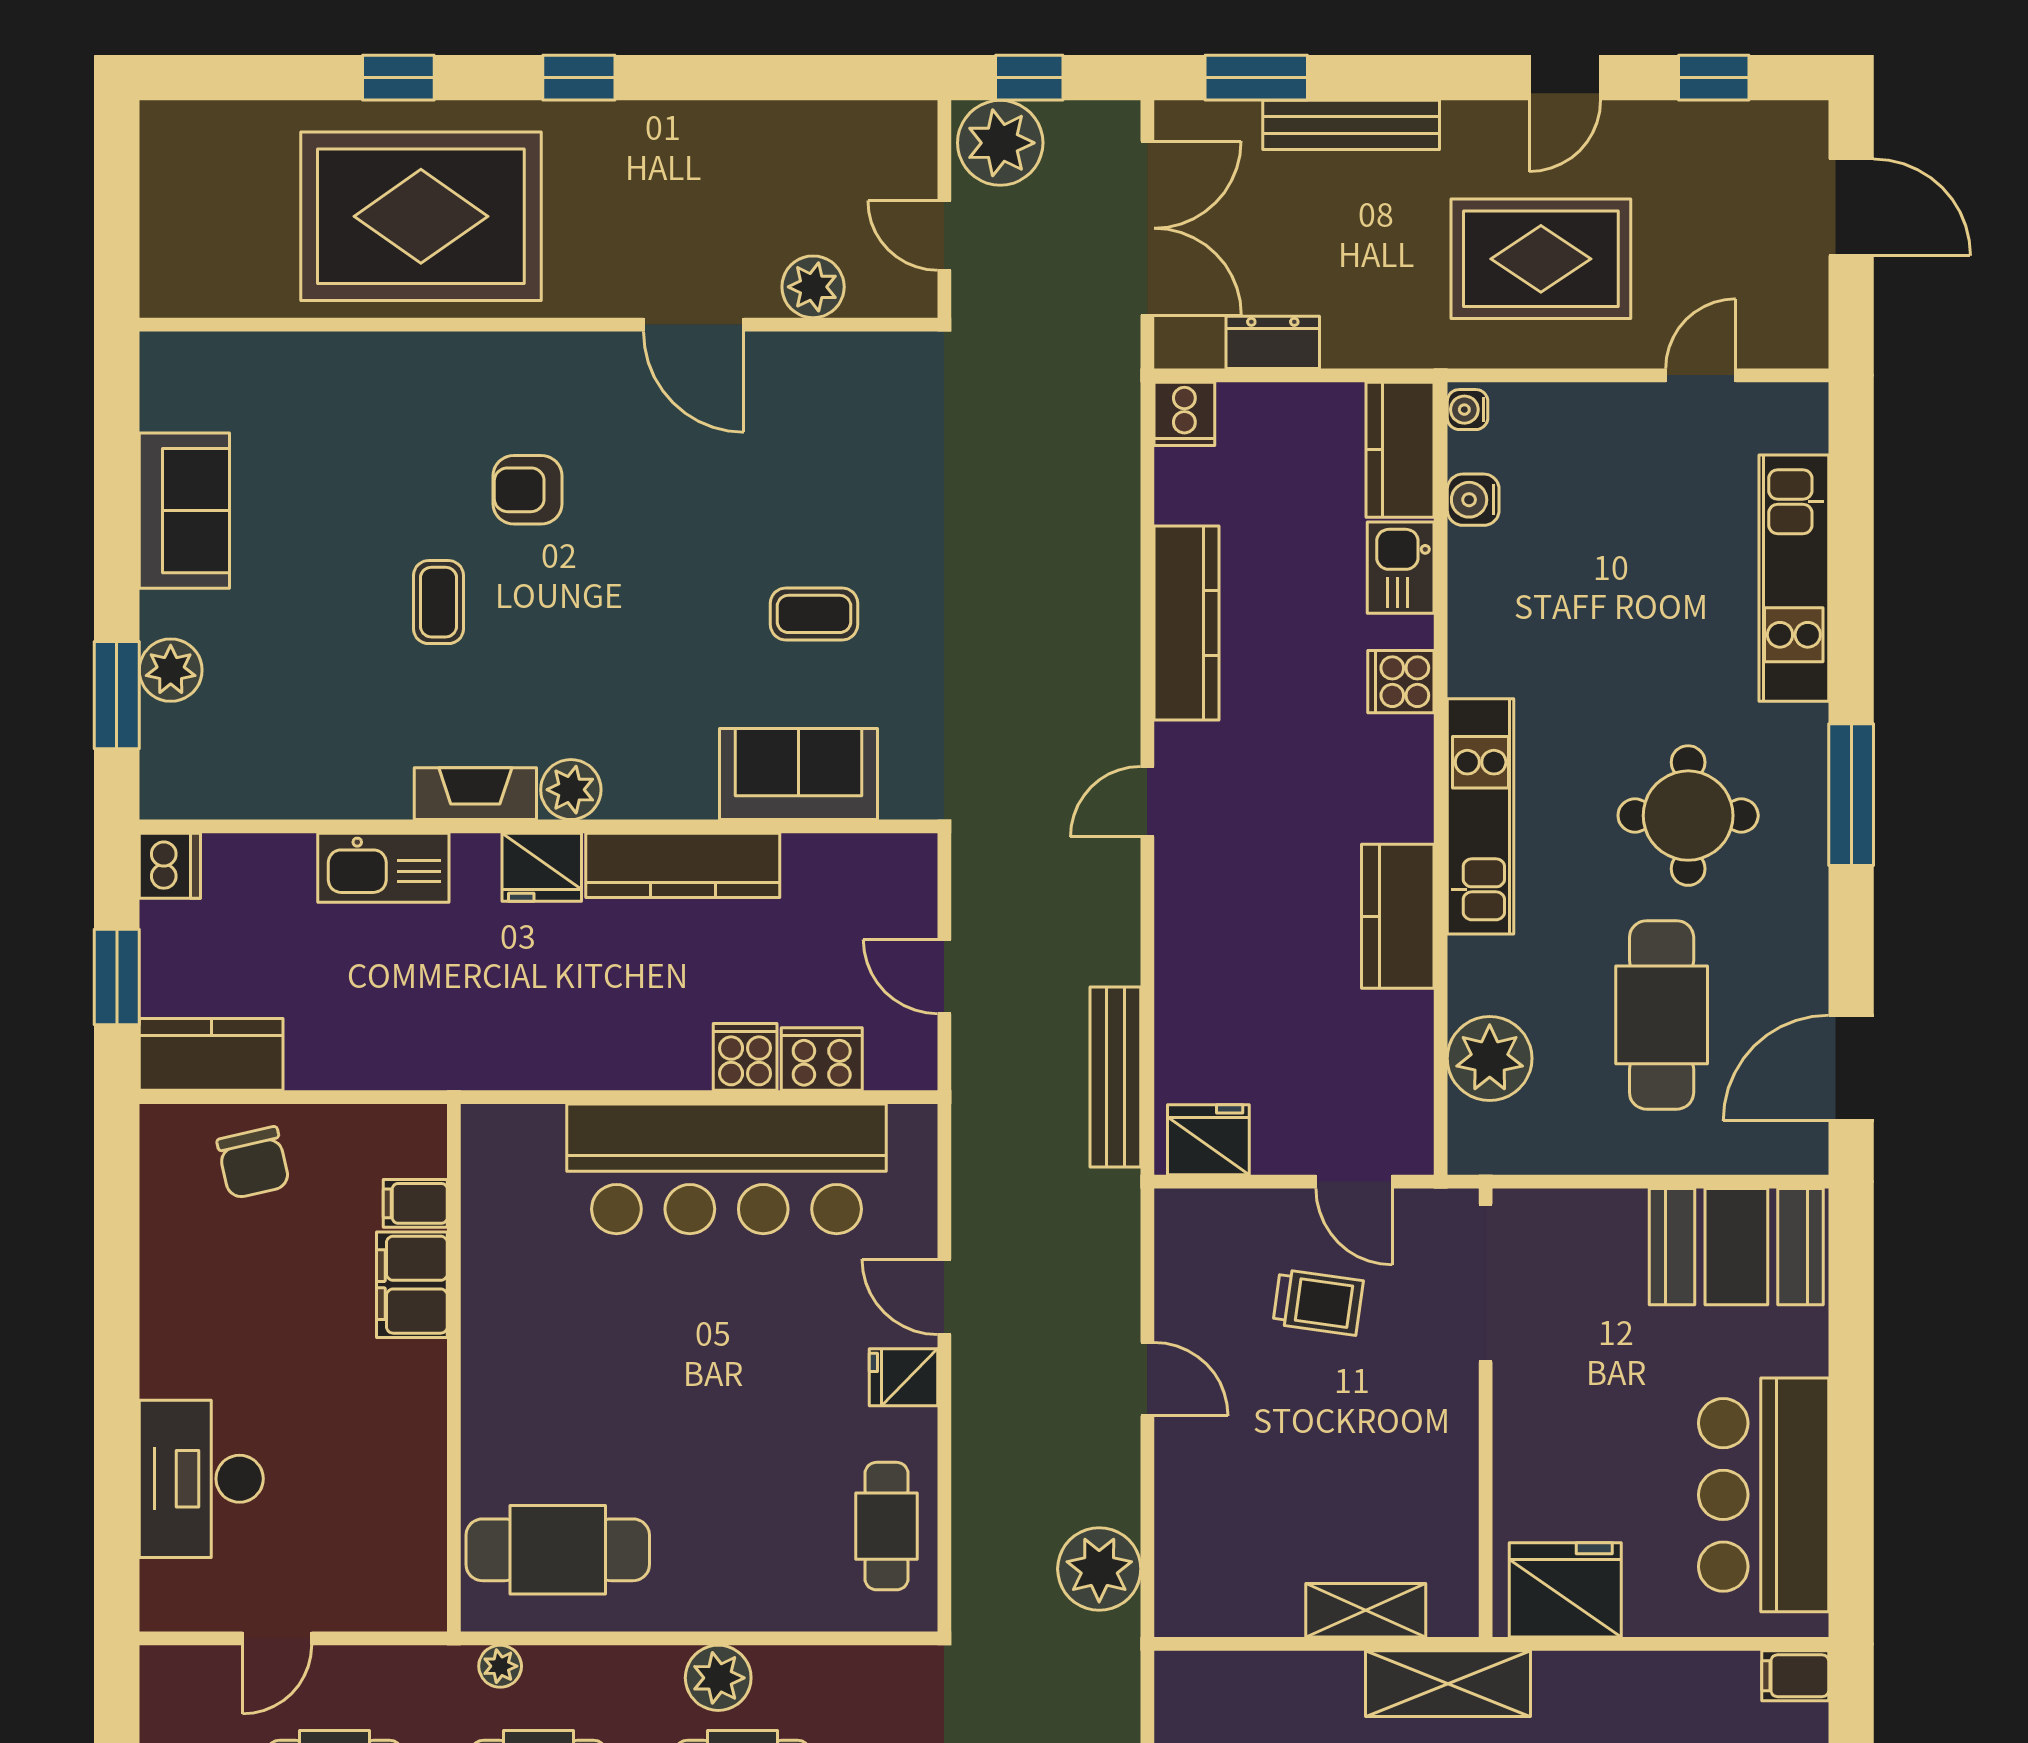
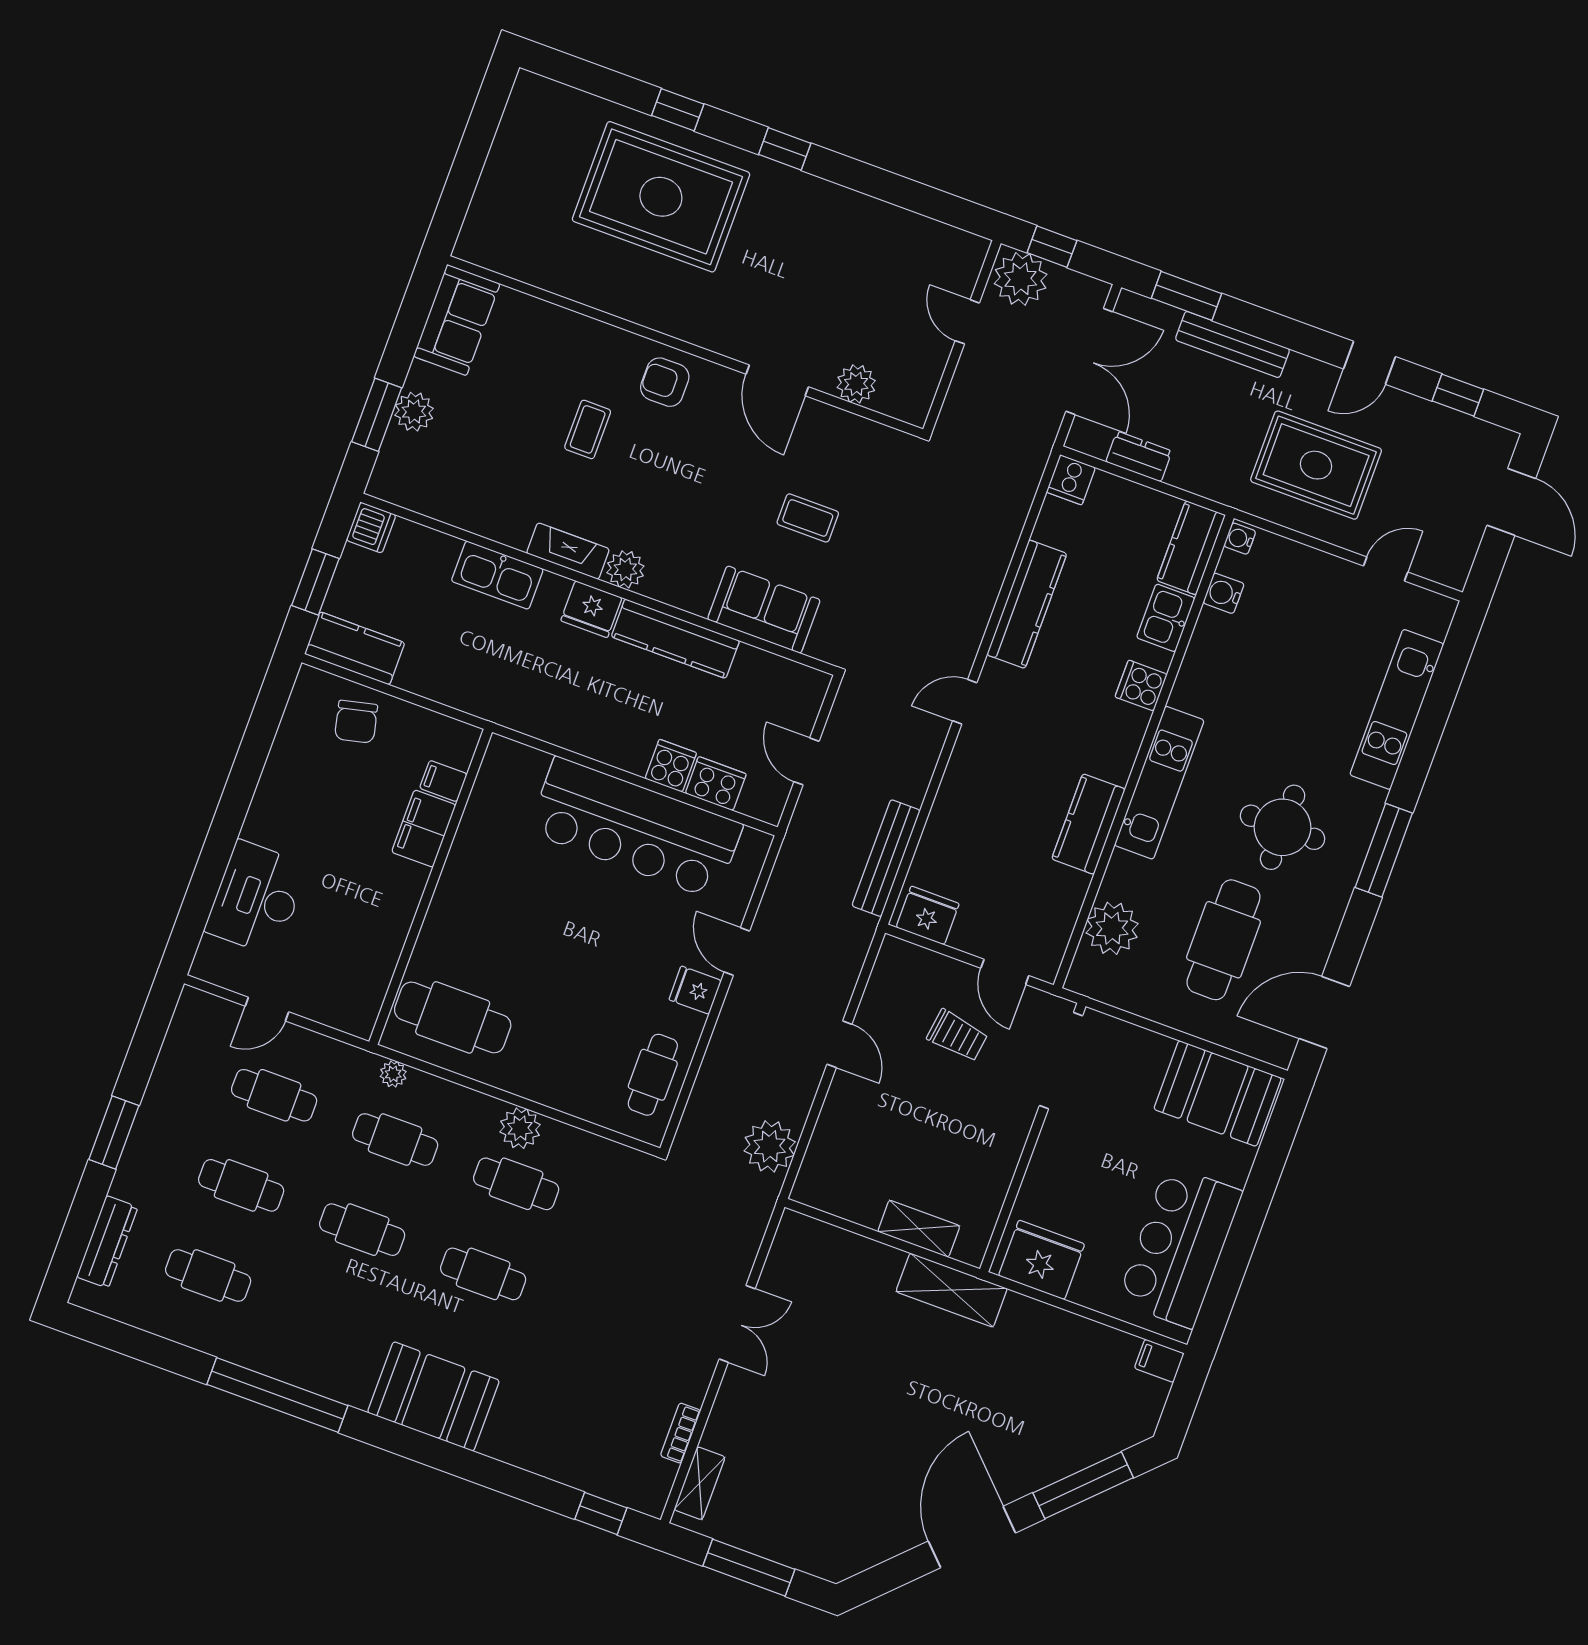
plant: (813, 287) -> (856, 384), moved
wall: (539, 325) -> (685, 347), moved
door: (694, 325) -> (777, 380), moved

